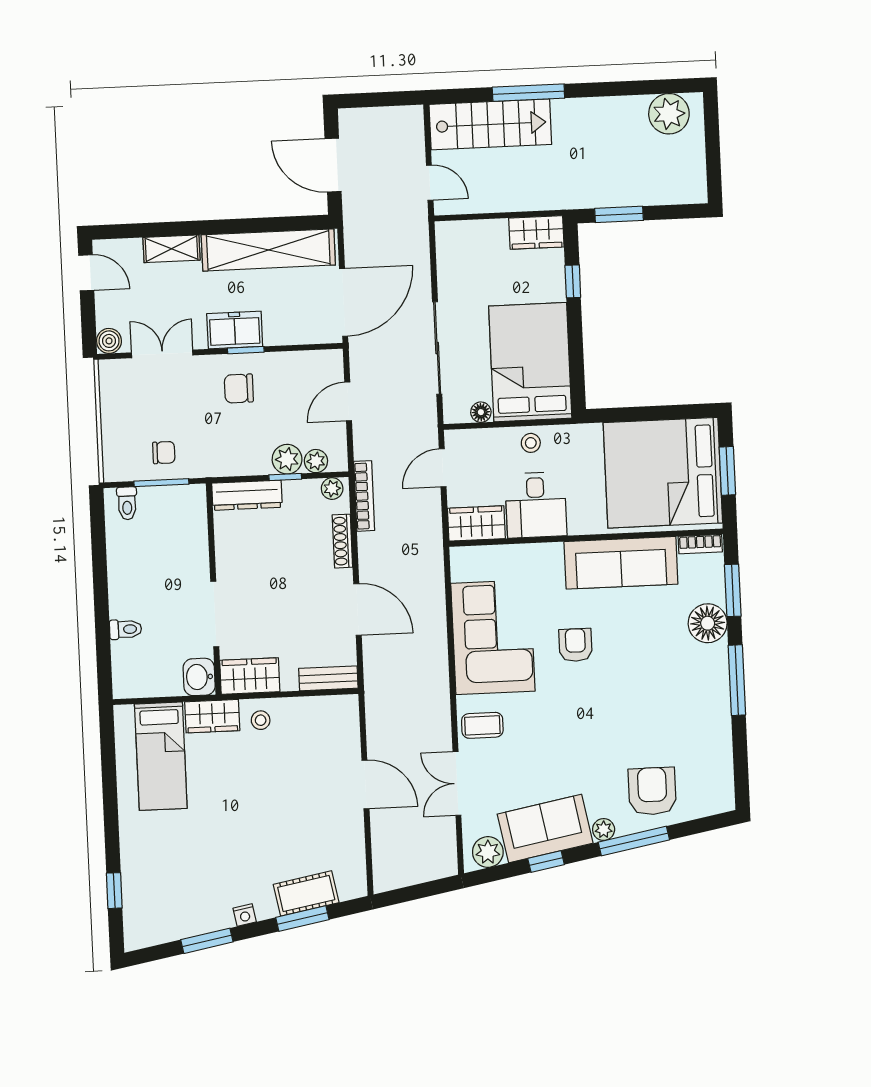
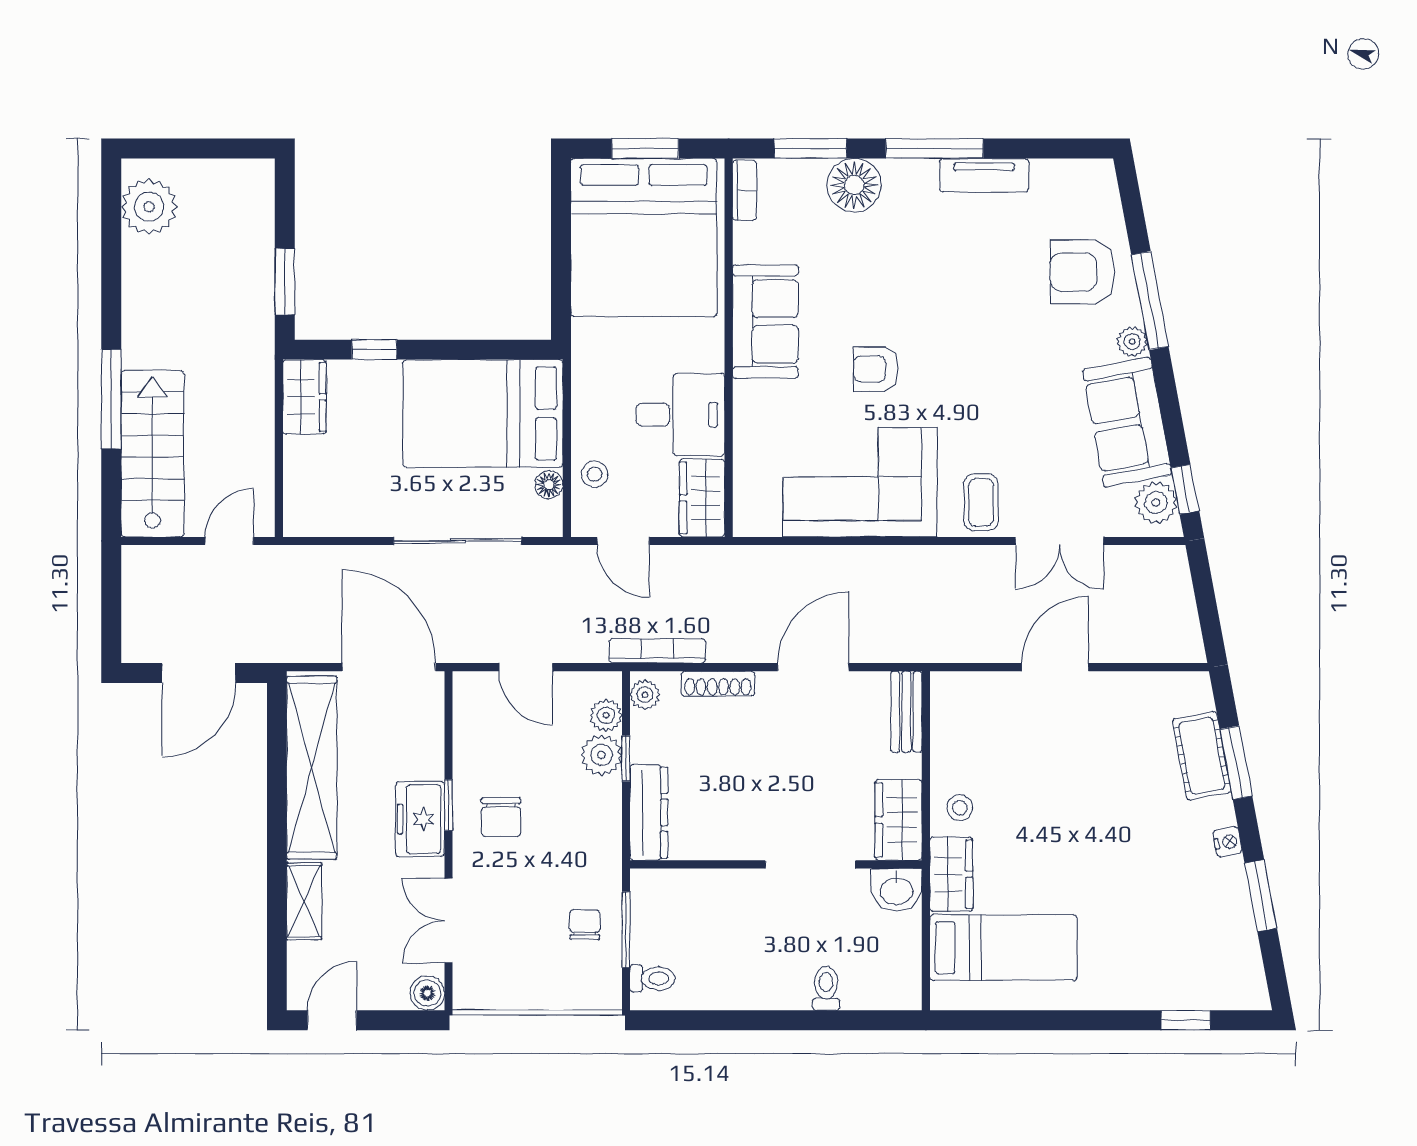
stool: (531, 443) -> (594, 474), moved
sofa: (621, 563) -> (765, 321), width x0.73
tv unit: (719, 717) -> (984, 175), added
window: (546, 862) -> (1185, 489), moved

